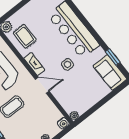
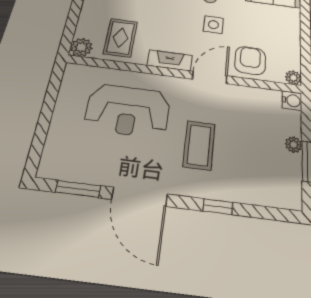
rug: (25, 36) -> (121, 38), turned 90
armchair: (65, 93) -> (250, 61), added

